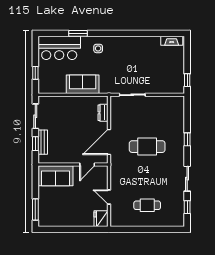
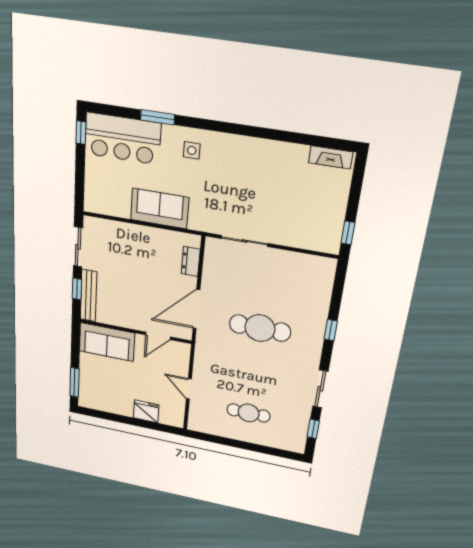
window: (35, 73) -> (81, 133), moved
bench: (43, 142) -> (89, 296), width x1.36
fridge: (101, 219) -> (146, 411), moved, turned 90

